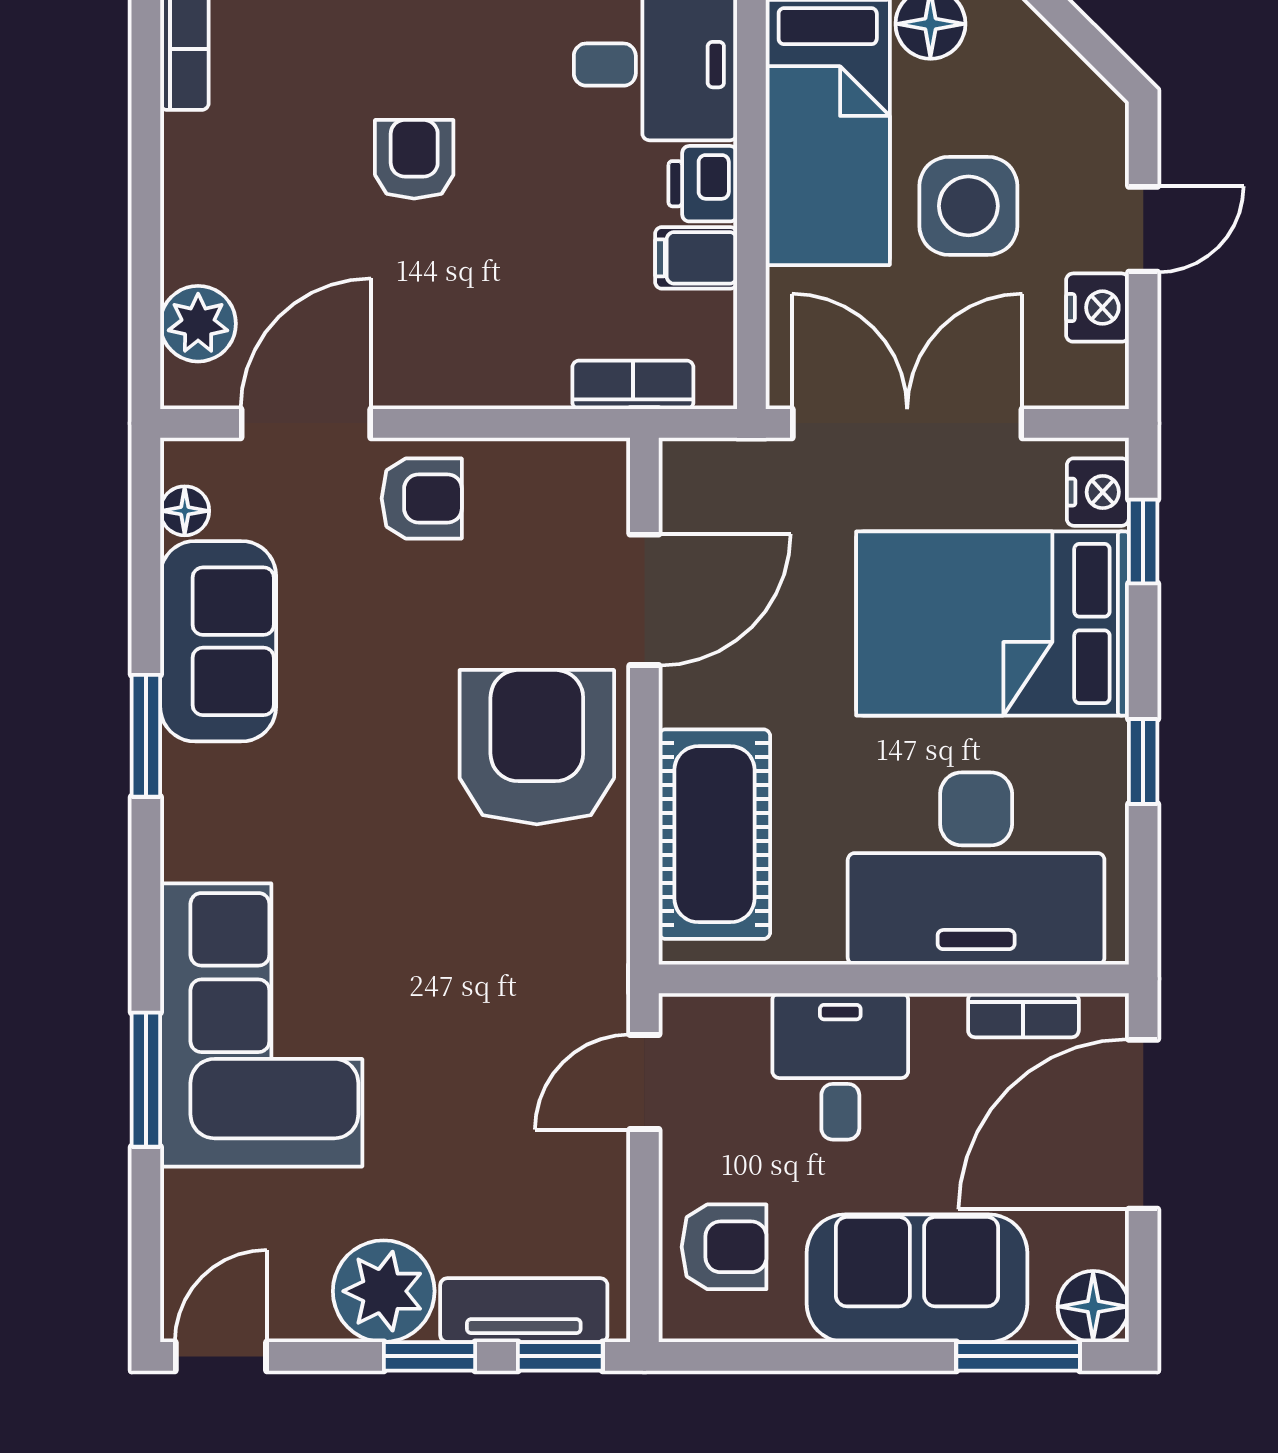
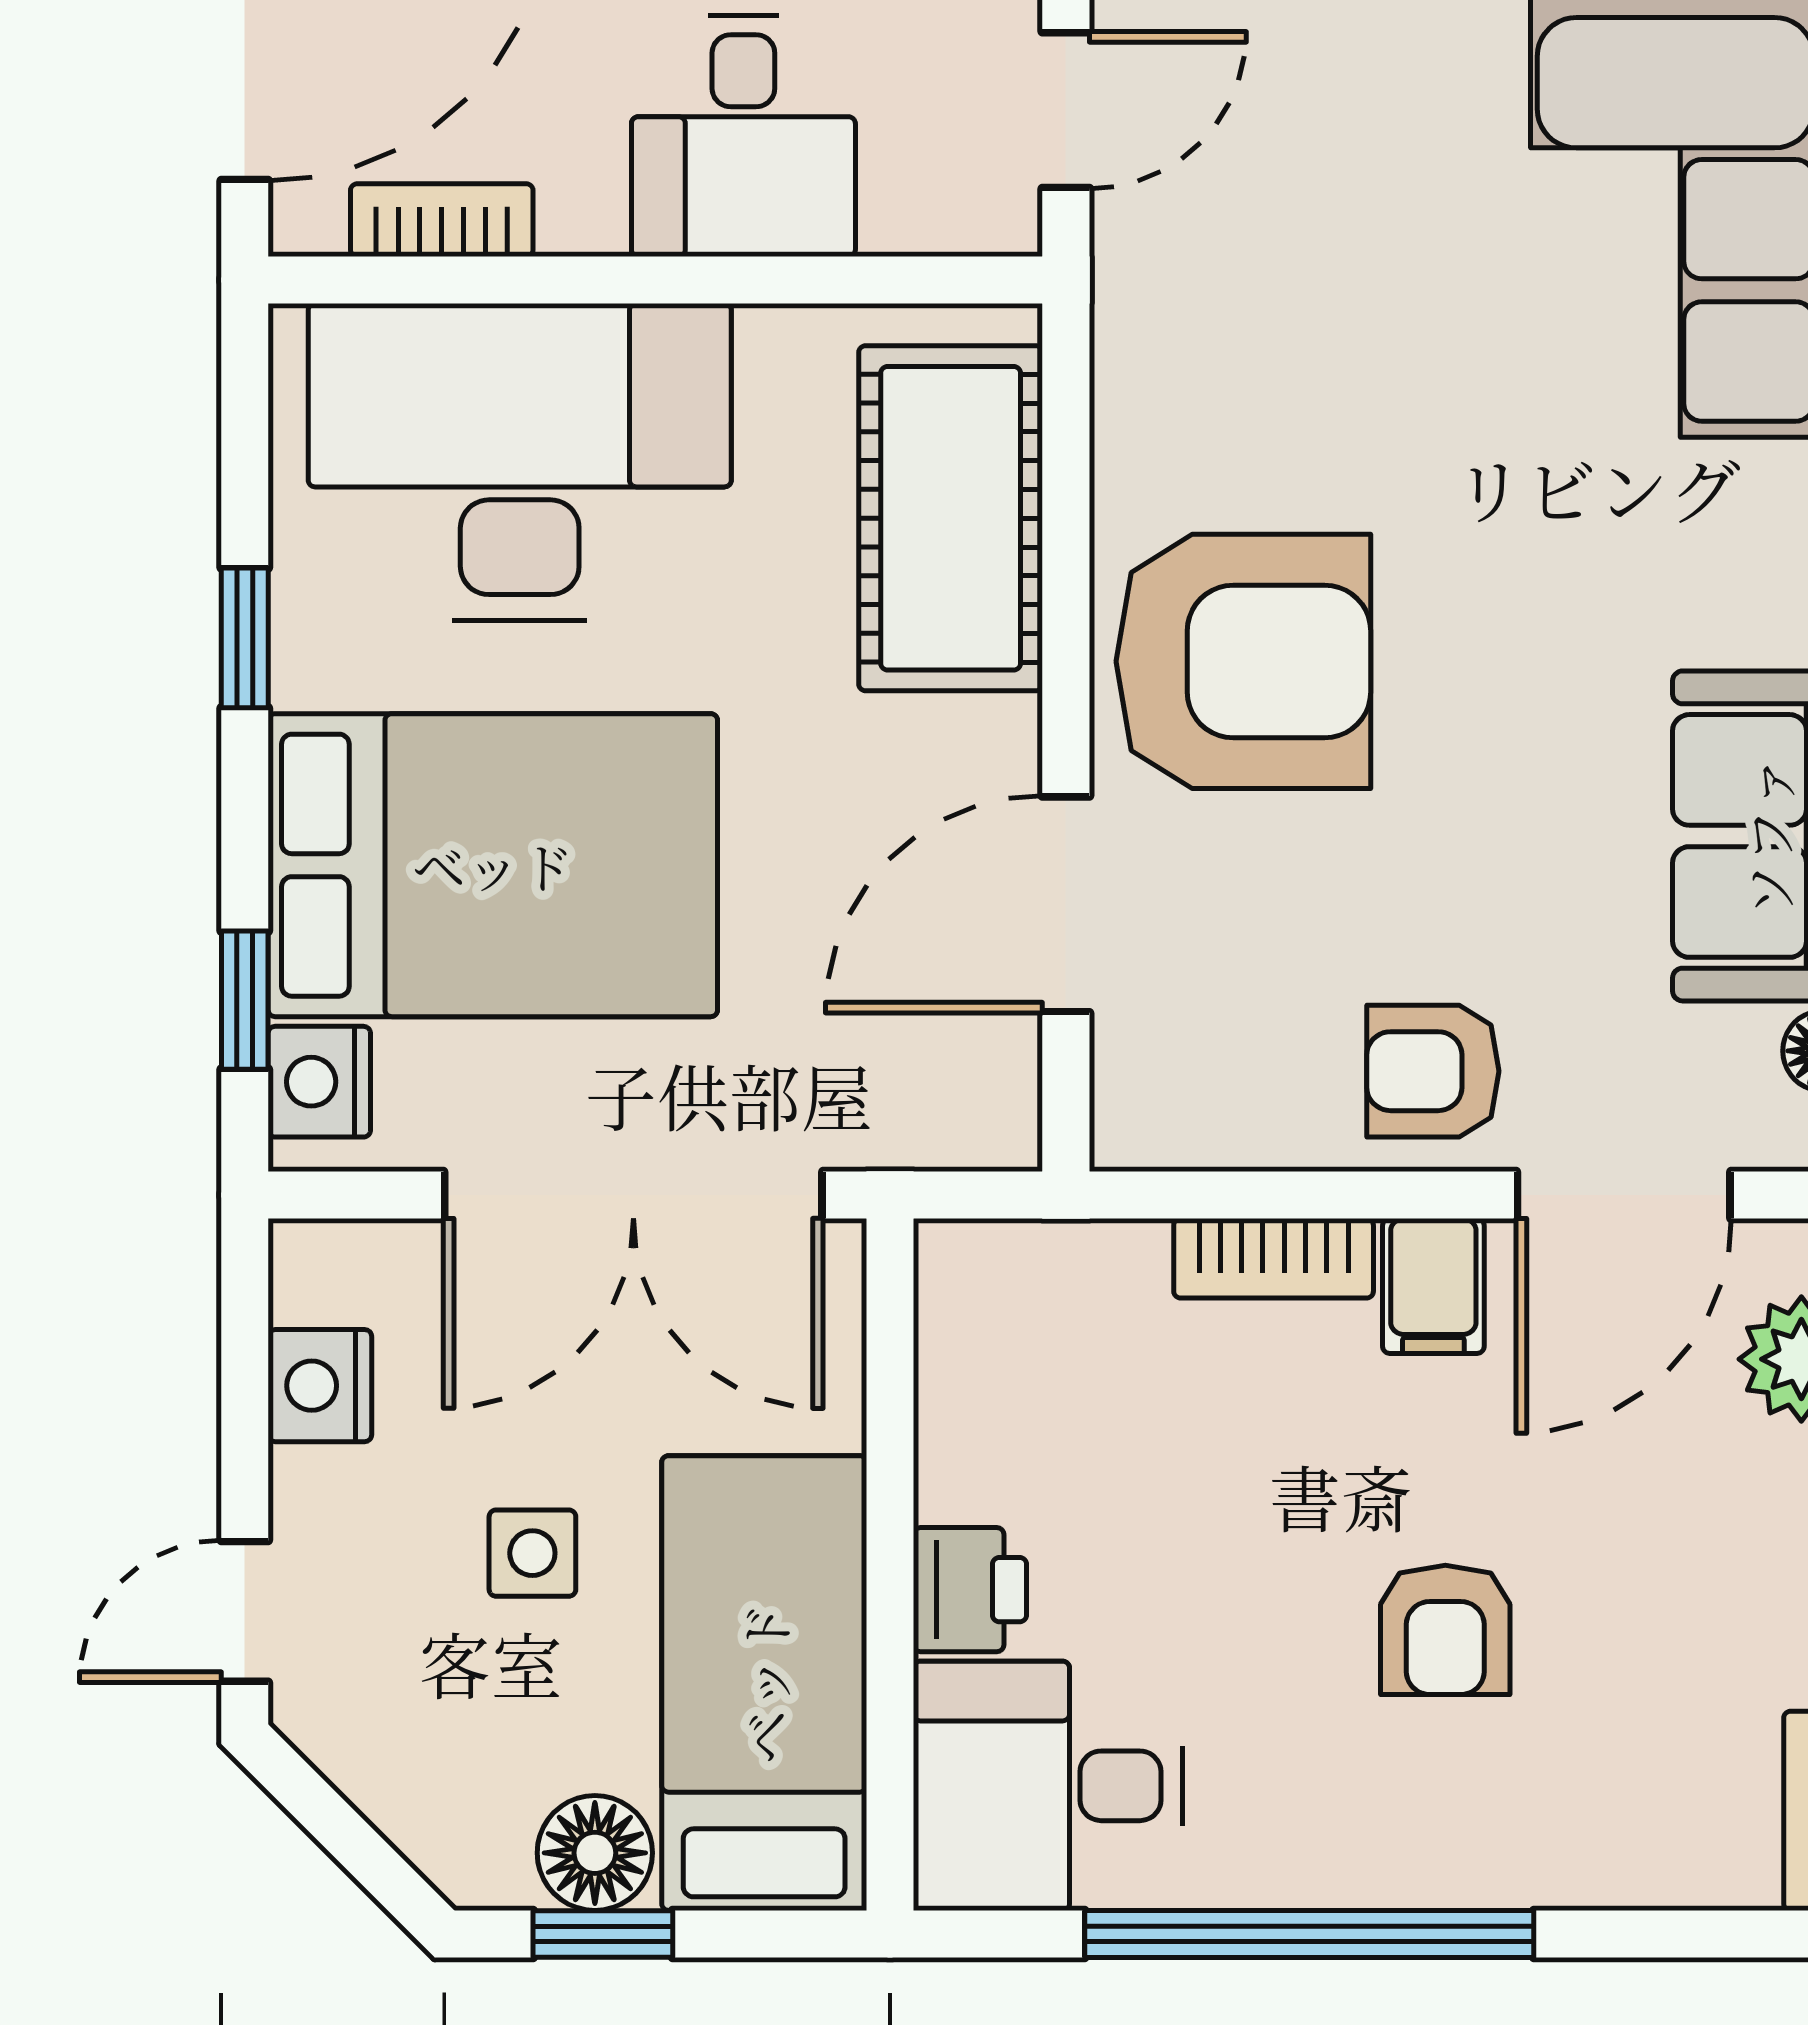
side table: (968, 206) -> (532, 1553), width x0.54, depth x0.54
door: (1143, 229) -> (245, 1611), moved
filing cabinet: (696, 258) -> (1433, 1286), moved, turned 90
bookcase: (633, 385) -> (1274, 1258), moved
armchair: (537, 747) -> (1243, 661), turned -90

